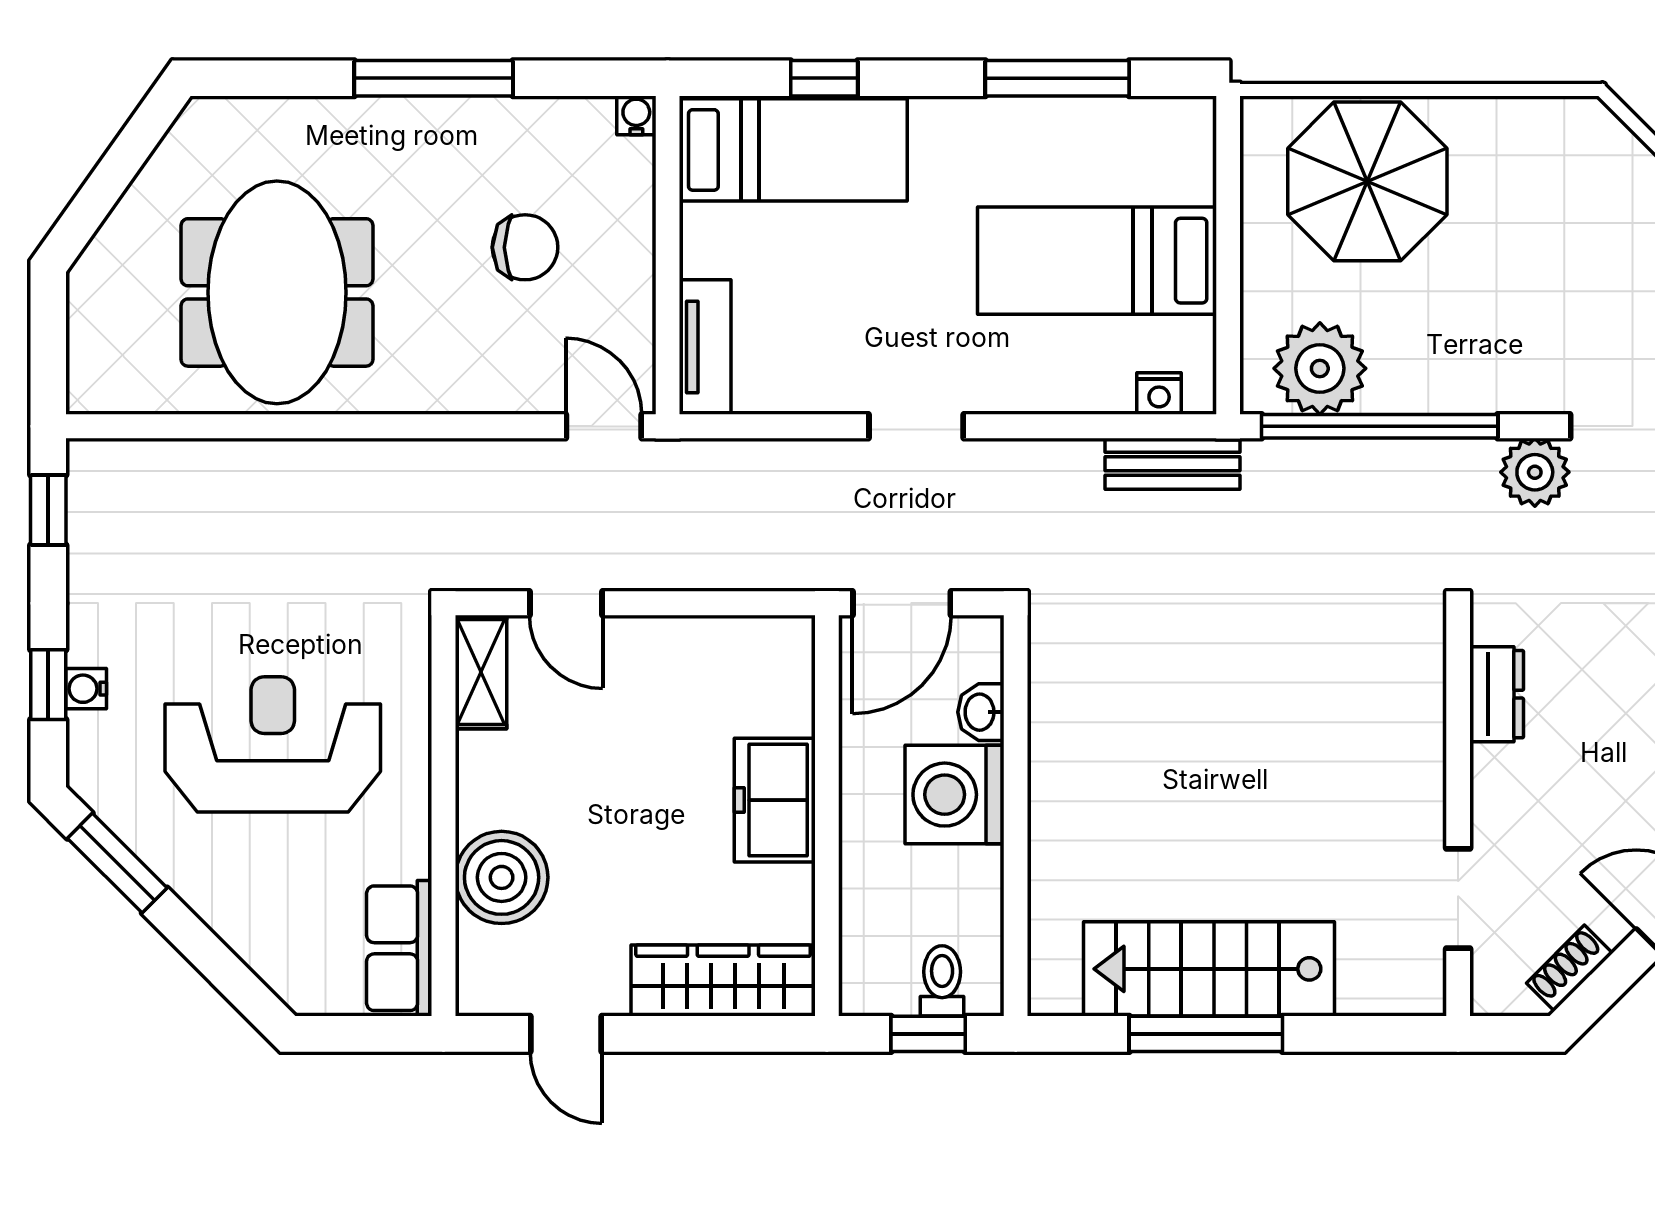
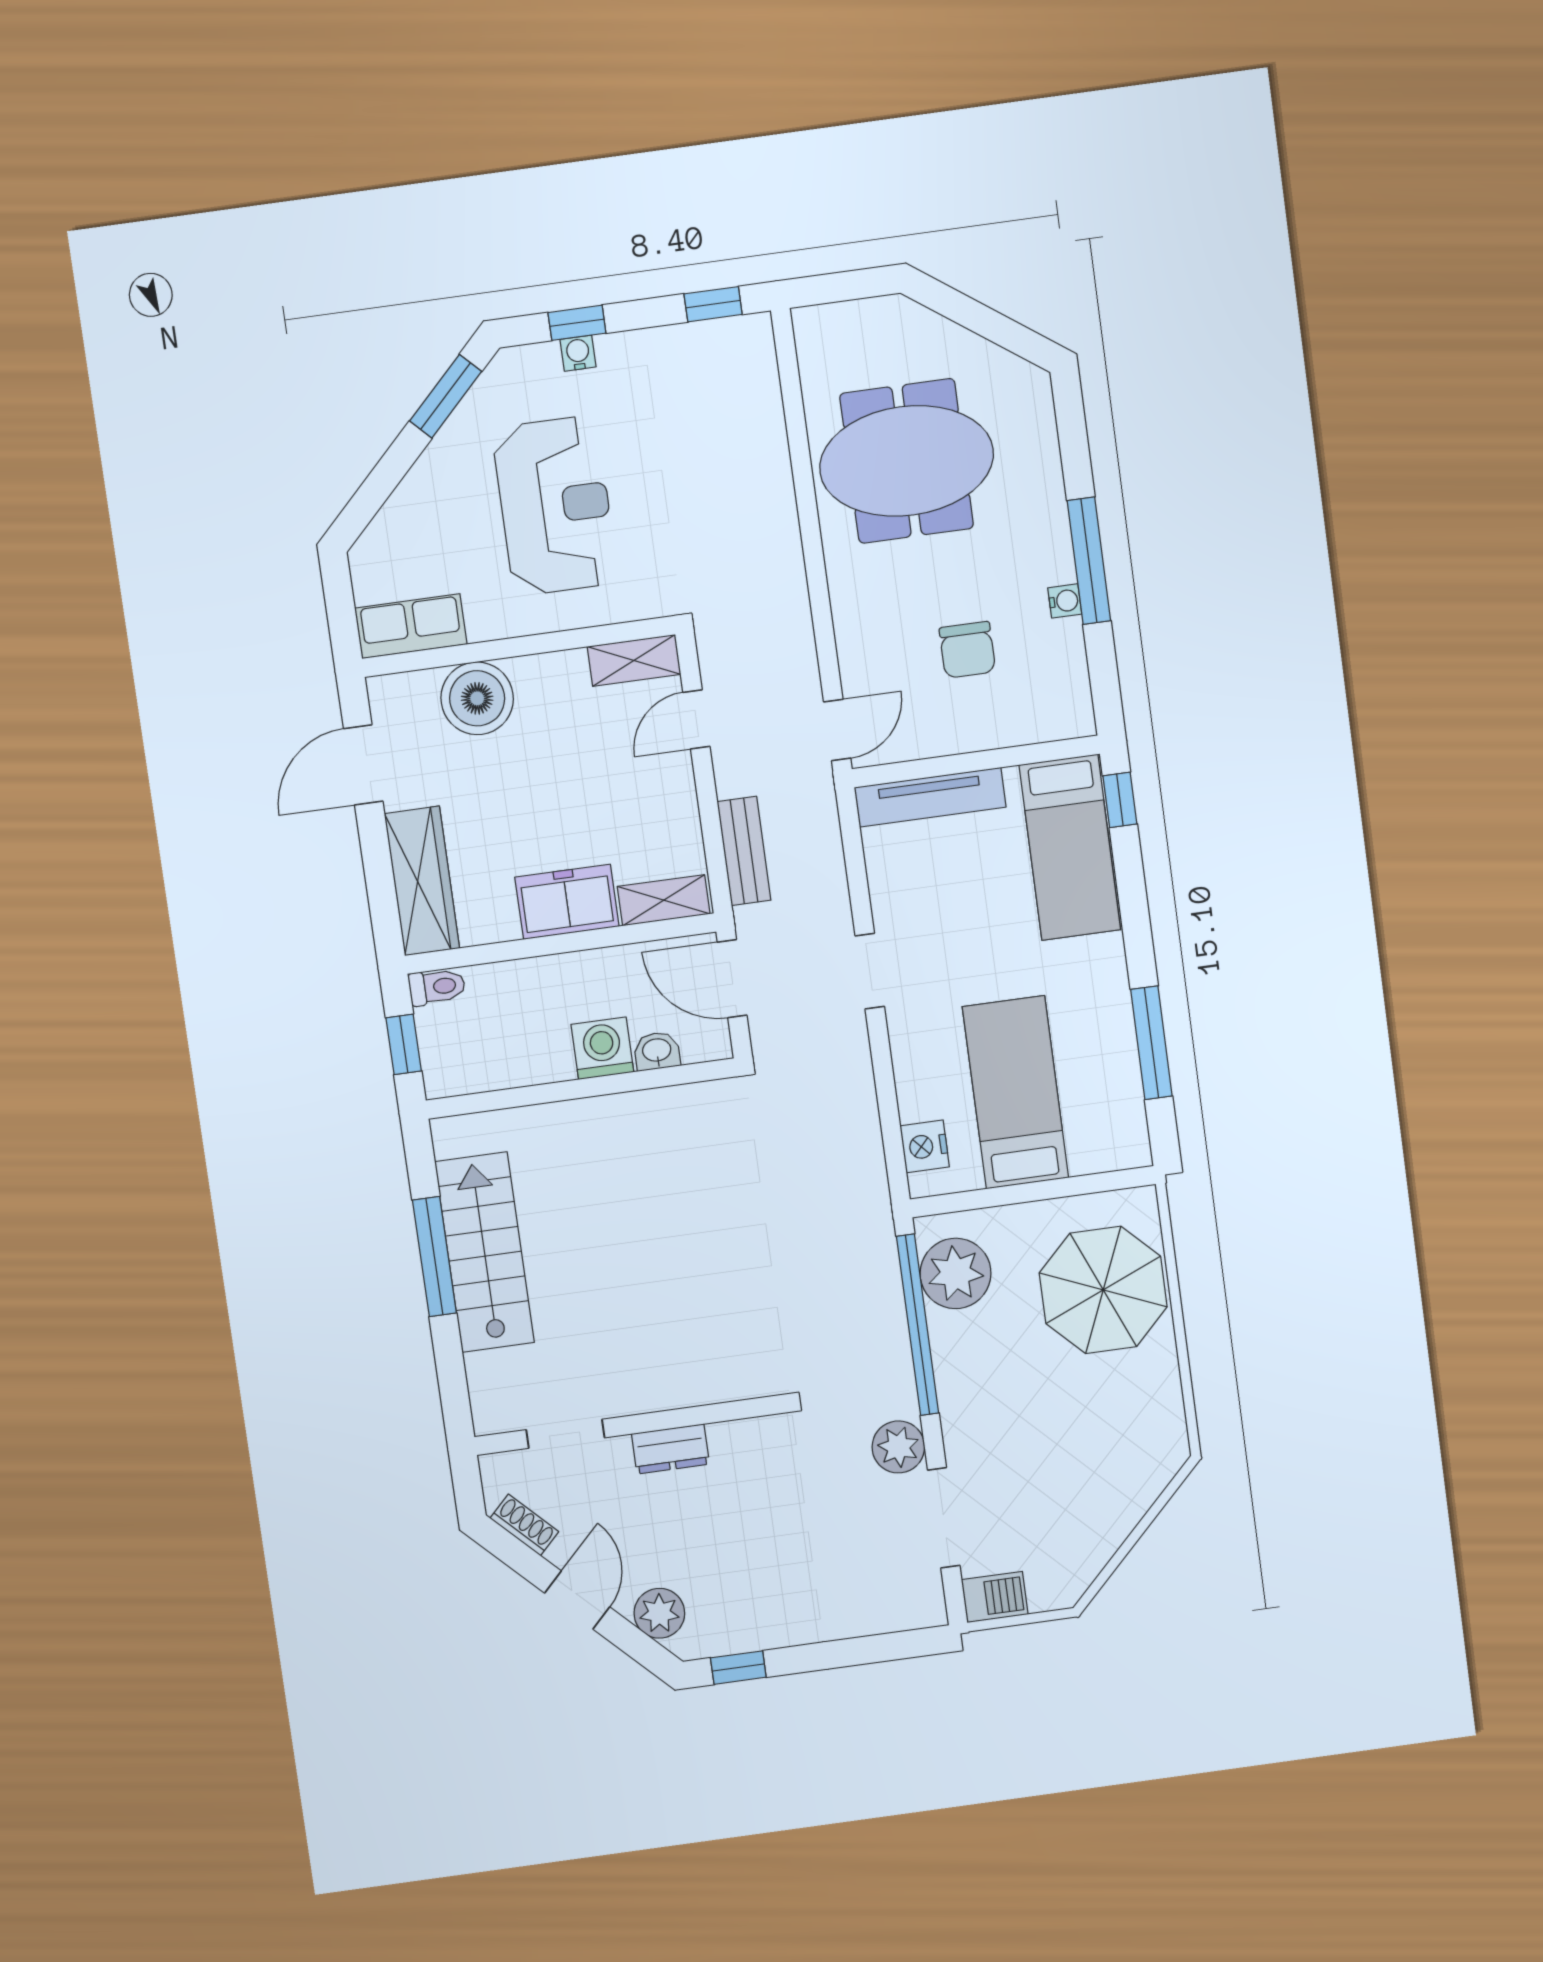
window: (824, 78) -> (1120, 800), moved
water cooler: (636, 115) -> (1065, 601), moved
tv unit: (705, 347) -> (930, 797), width x1.41
nightstand: (1159, 394) -> (925, 1146), width x1.39, depth x1.35
bench: (1172, 464) -> (744, 851), moved
shelving: (790, 677) -> (664, 900), added
dresser: (1497, 694) -> (670, 1449), moved
washing machine: (955, 795) -> (602, 1048), width x0.73, depth x0.73
toilet: (942, 981) -> (437, 987), moved
door: (566, 1034) -> (363, 765), width x1.38

